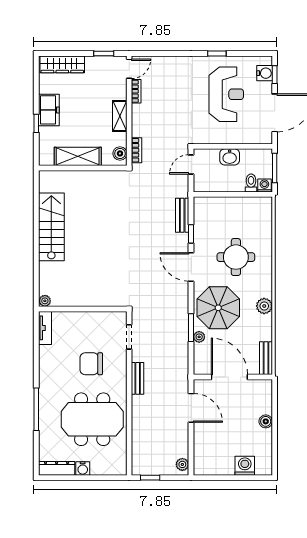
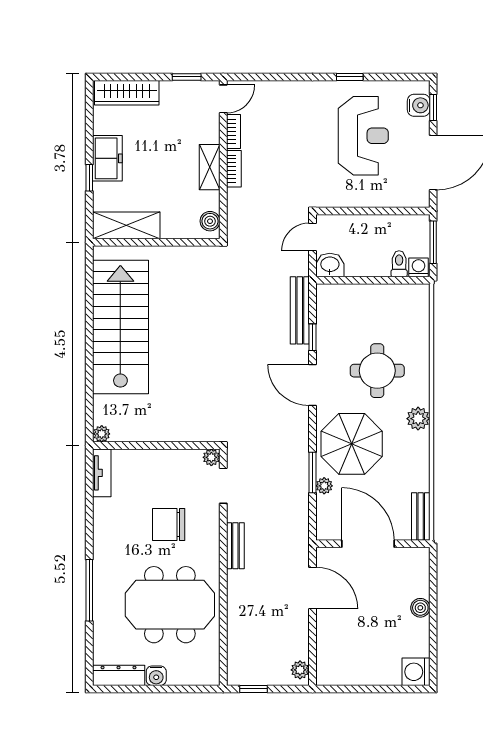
bookcase: (136, 150) -> (234, 169), moved
shelving: (78, 156) -> (126, 225), moved
washbasin: (230, 157) -> (330, 265), moved, turned 180
bench: (182, 215) -> (300, 310), width x1.36
stairs: (51, 227) -> (120, 327), width x1.36, depth x1.51
plant: (264, 306) -> (418, 419), moved
plant: (121, 317) -> (211, 457), added
washing machine: (245, 466) -> (416, 672), moved, turned -90

